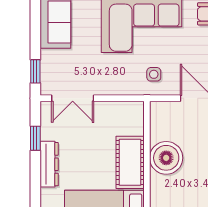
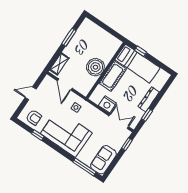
nightstand: (108, 113) -> (107, 104), added

